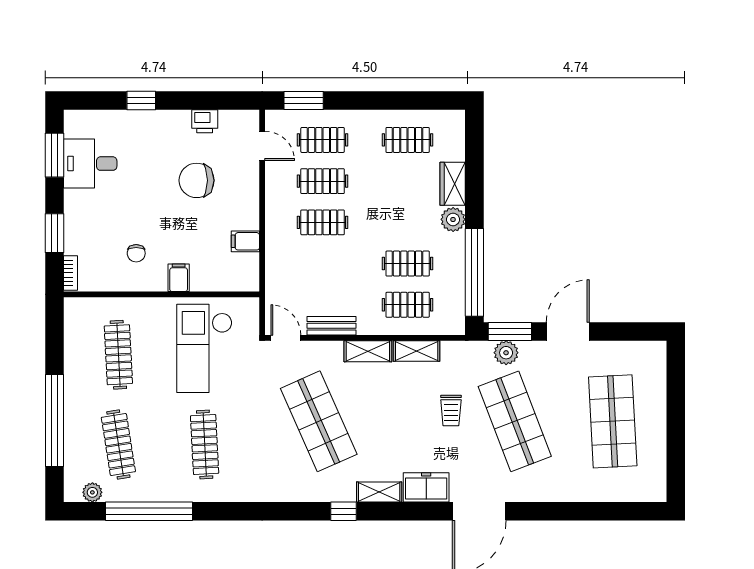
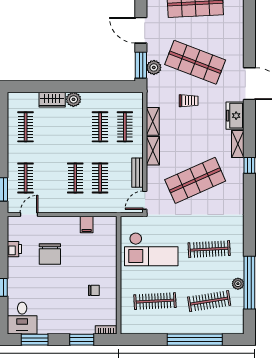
desk: (90, 164) -> (22, 318), moved
clothes rail: (323, 181) -> (100, 178), moved
window: (474, 272) -> (105, 87), removed
filing cabinet: (179, 278) -> (109, 265), removed
shop shelf: (515, 421) -> (195, 62), turned 42
plant: (92, 492) -> (238, 284), moved

